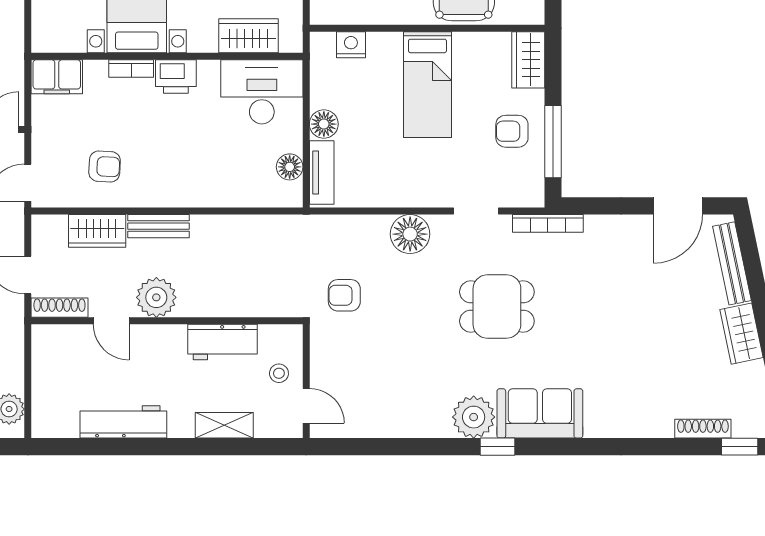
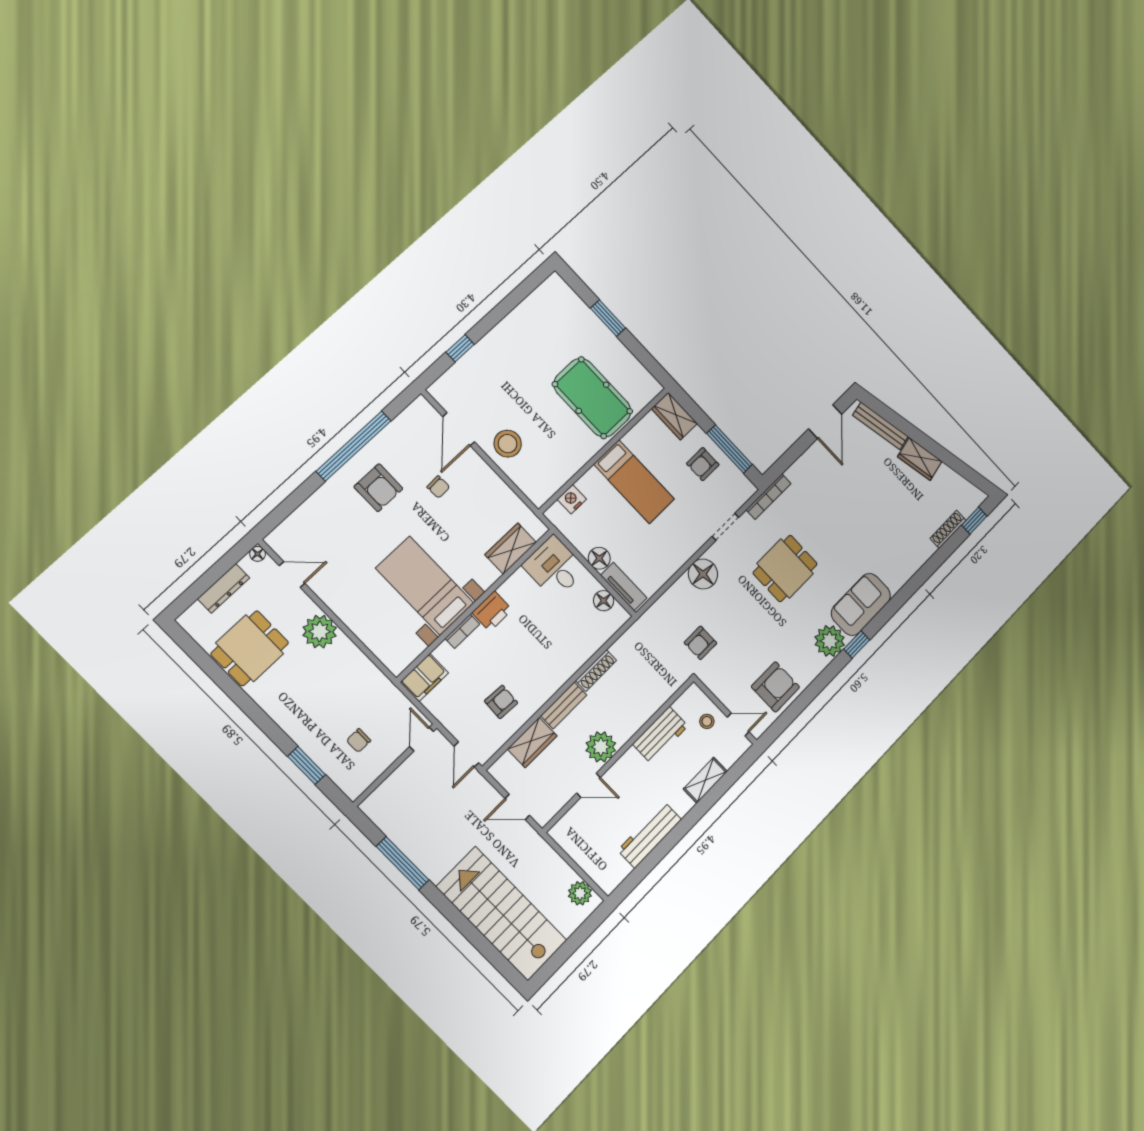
desk: (262, 92) -> (554, 567), width x0.73
shoe rack: (59, 308) -> (596, 671), moved, turned 180
armchair: (377, 407) -> (775, 687), added

